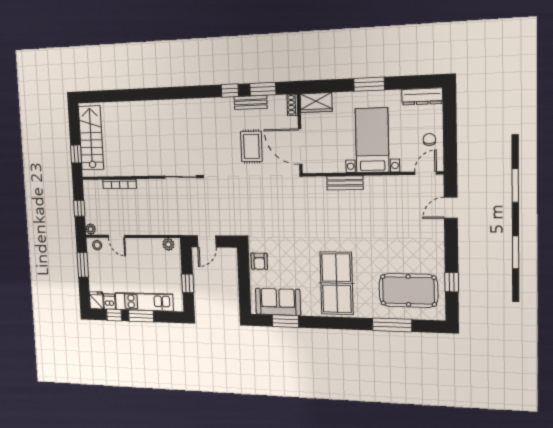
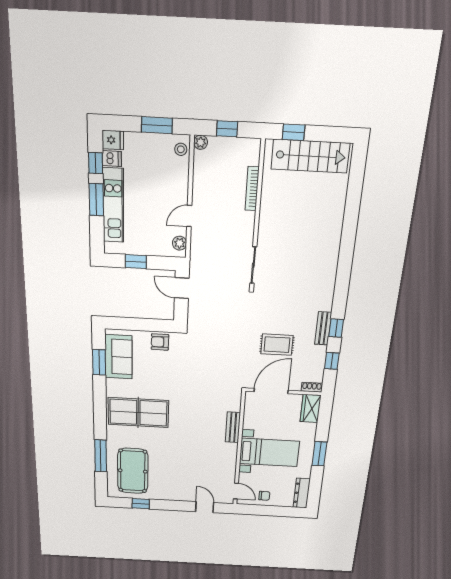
window: (263, 89) -> (332, 361), width x0.67
bench: (251, 102) -> (323, 328), moved
door: (116, 236) -> (189, 216), moved

